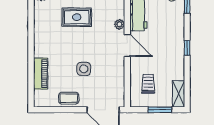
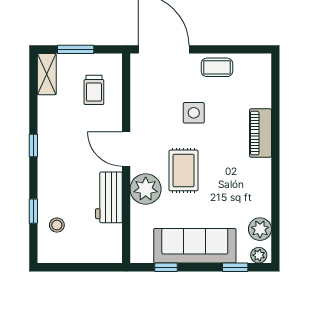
rug: (77, 17) -> (184, 170), moved, turned 90
plant: (119, 24) -> (146, 189), width x1.88, depth x1.88
piano: (41, 74) -> (261, 133), moved

